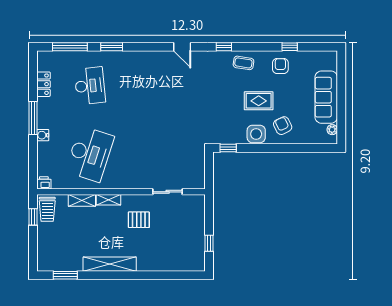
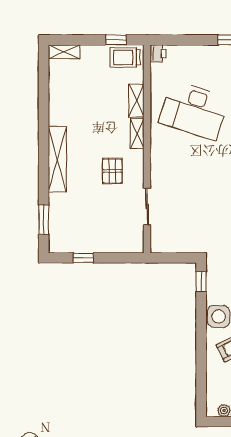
water cooler: (43, 135) -> (217, 52), removed
shelving: (43, 259) -> (64, 52), added
shelving: (110, 264) -> (57, 159), moved
window: (65, 275) -> (44, 220), moved

